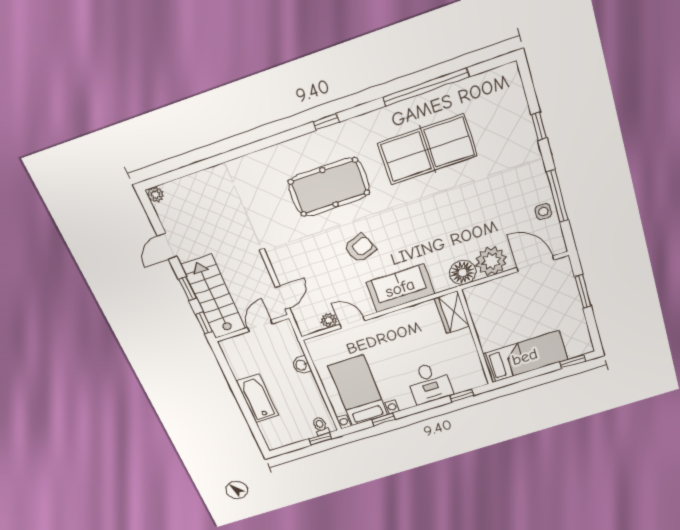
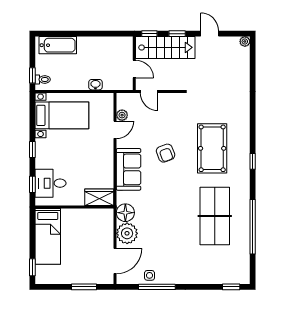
window: (539, 126) -> (231, 287), moved
desk: (429, 383) -> (51, 183), moved
bathtub: (257, 398) -> (58, 45), moved
window: (384, 419) -> (32, 149), moved

